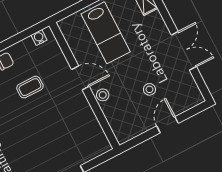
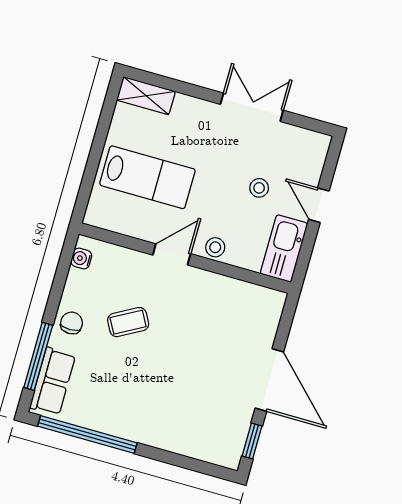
coffee table: (30, 87) -> (128, 322), turned 61
kitchen sink: (132, 127) -> (284, 249), added

